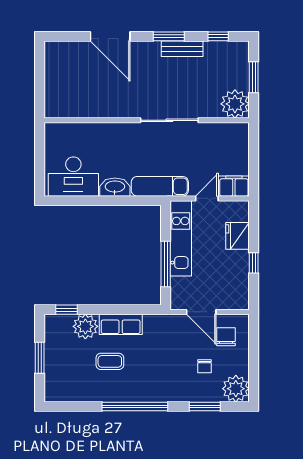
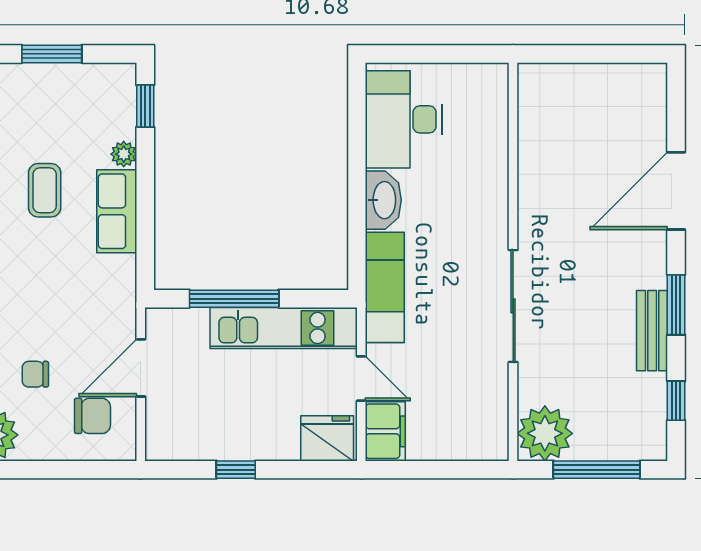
window: (254, 77) -> (597, 470), width x1.44
fridge: (238, 236) -> (327, 438), moved
plant: (85, 326) -> (124, 154), width x0.53, depth x0.53

